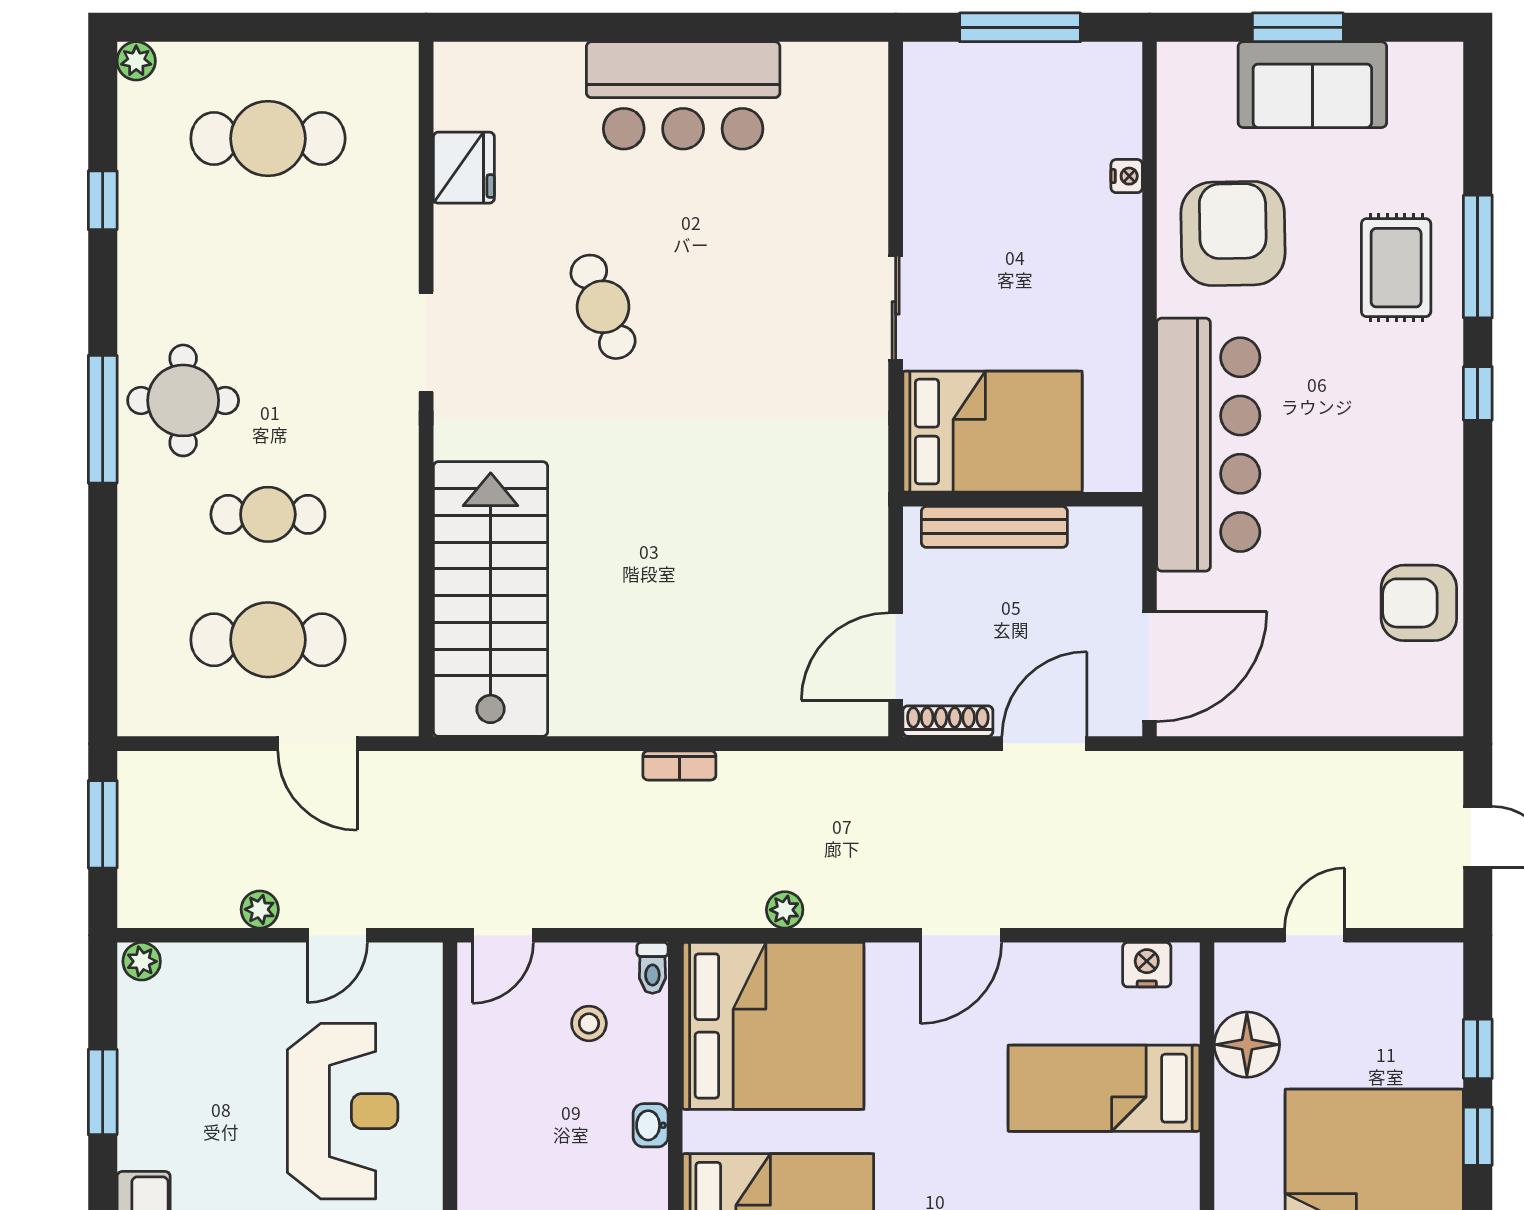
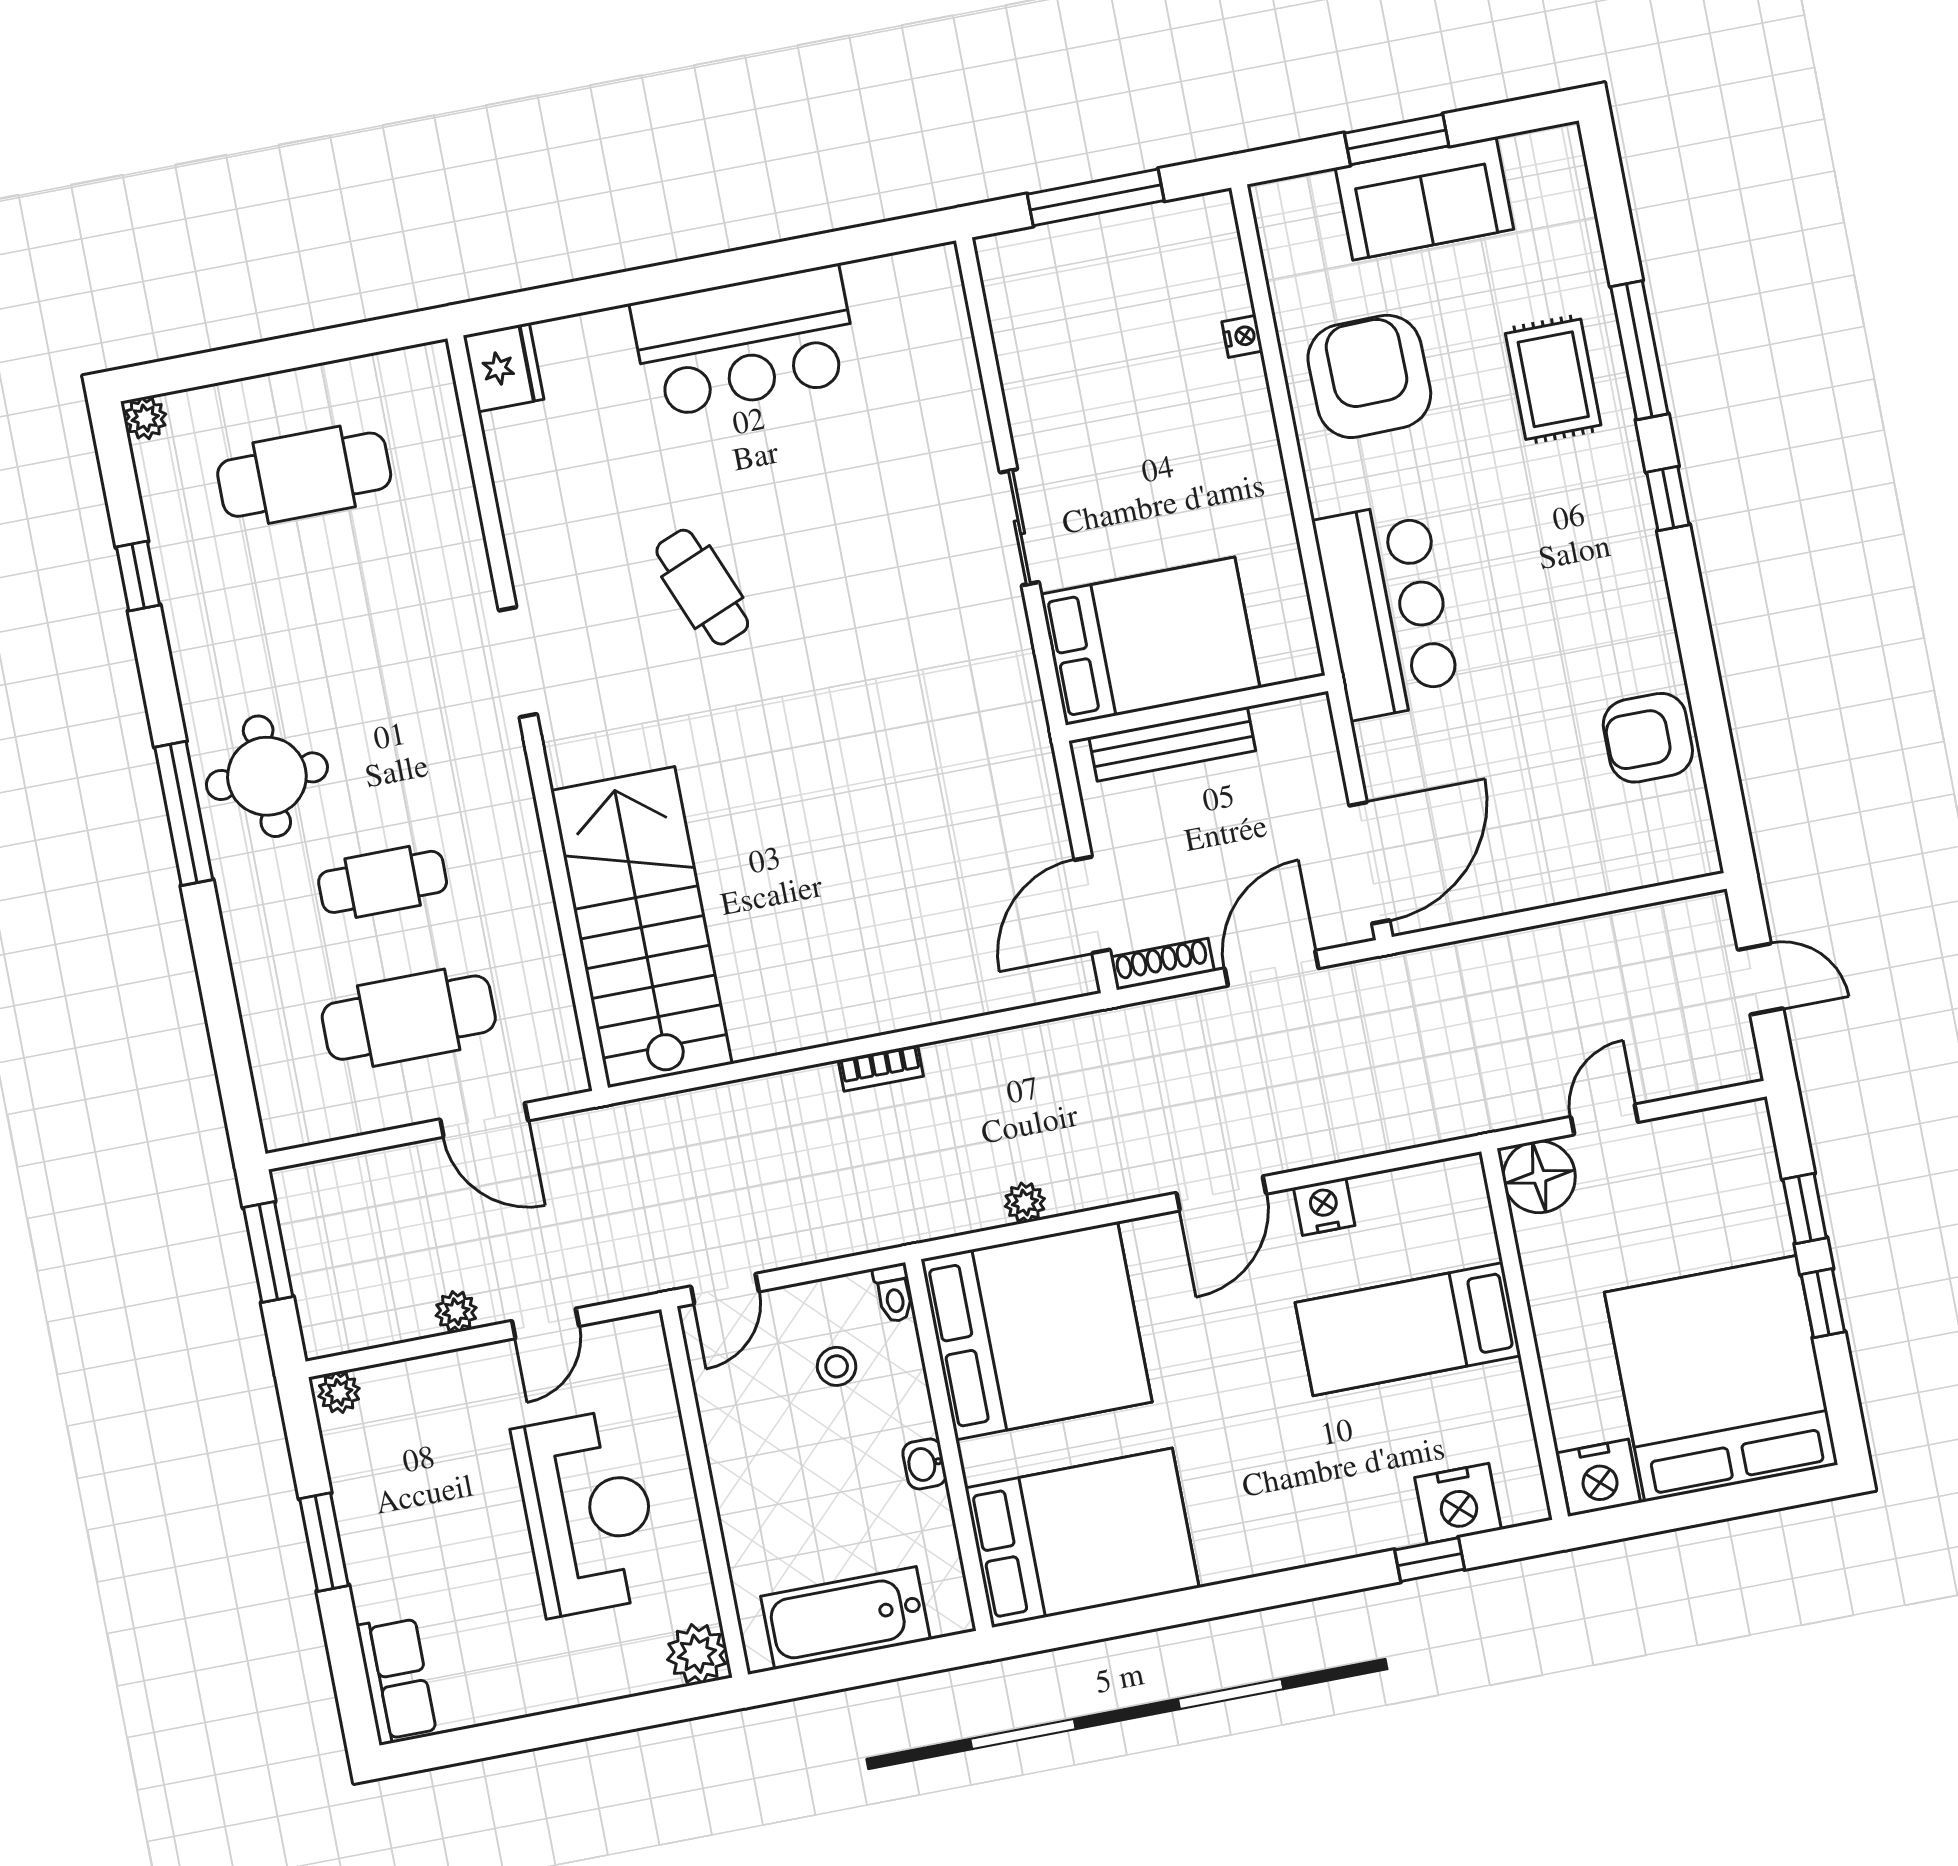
fridge: (464, 168) -> (504, 367), moved
bar counter: (1208, 445) -> (1387, 610), width x0.73
nightstand: (1147, 965) -> (1324, 1207), moved
floor lamp: (1247, 1045) -> (1539, 1177), moved

